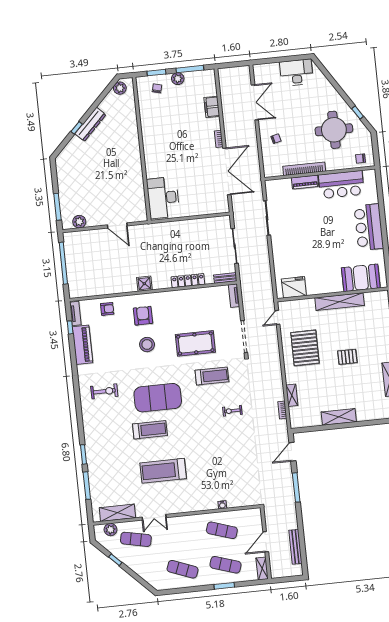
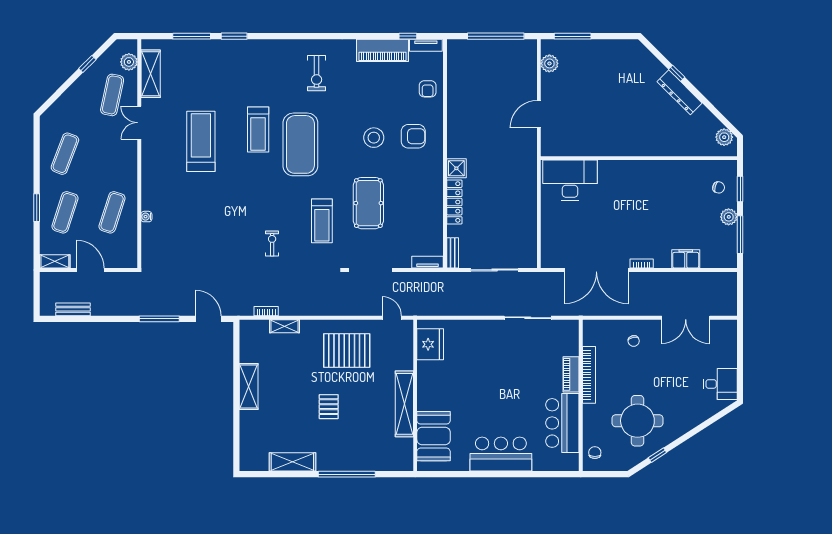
desk: (296, 73) -> (720, 384), width x0.73
shower: (144, 284) -> (456, 168), moved
bench: (295, 547) -> (73, 309), width x0.73

